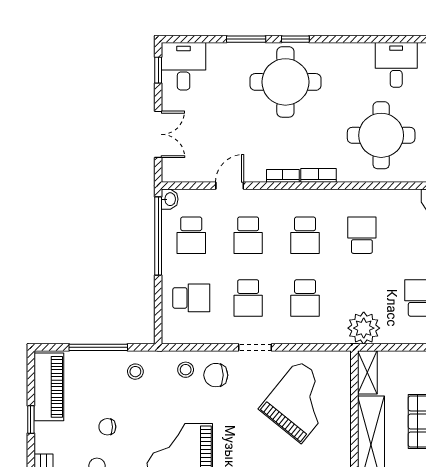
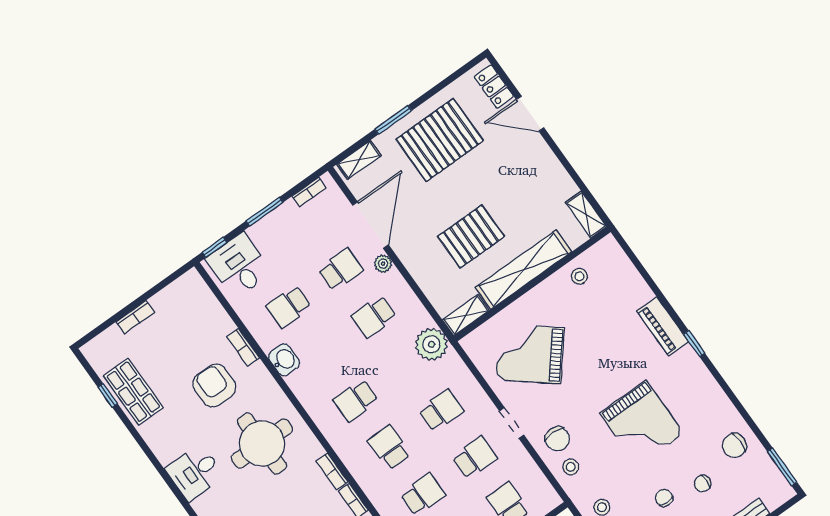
school desk: (305, 235) -> (389, 448), turned -90
chair: (107, 427) -> (664, 498), turned 180

